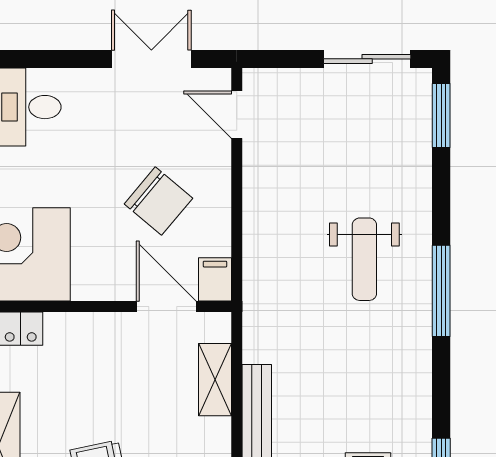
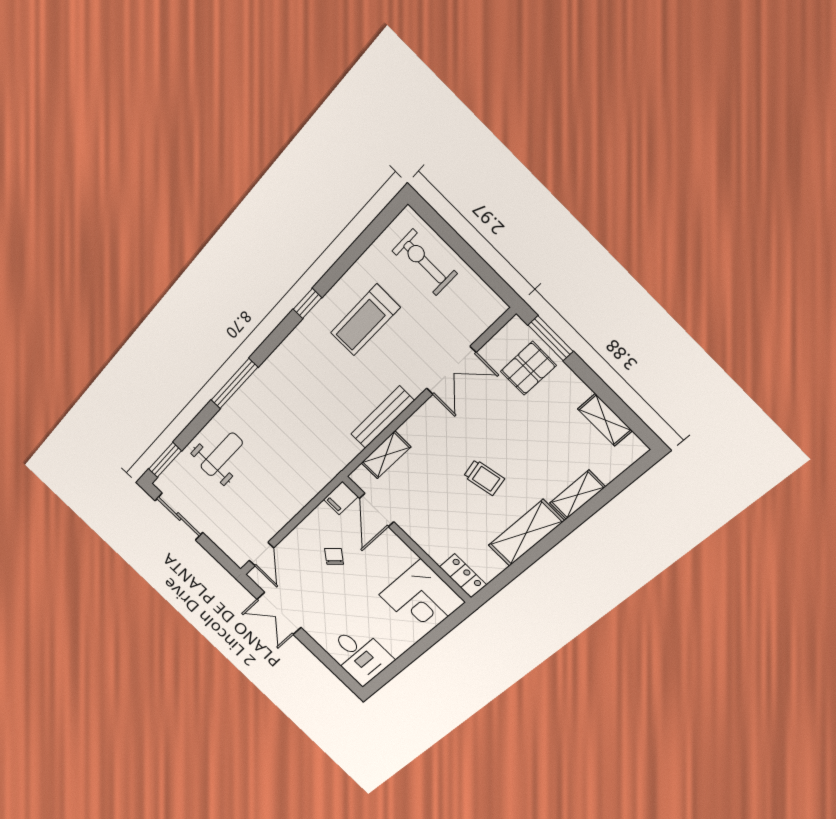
chair: (158, 201) -> (334, 556), width x0.54, depth x0.54
weight bench: (364, 259) -> (222, 454), moved

